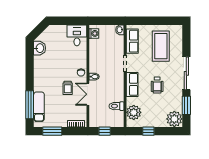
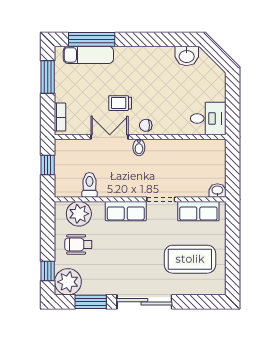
washing machine: (94, 33) -> (211, 147), removed
wheelchair: (157, 85) -> (78, 244), moved
window: (148, 131) -> (48, 271), moved

